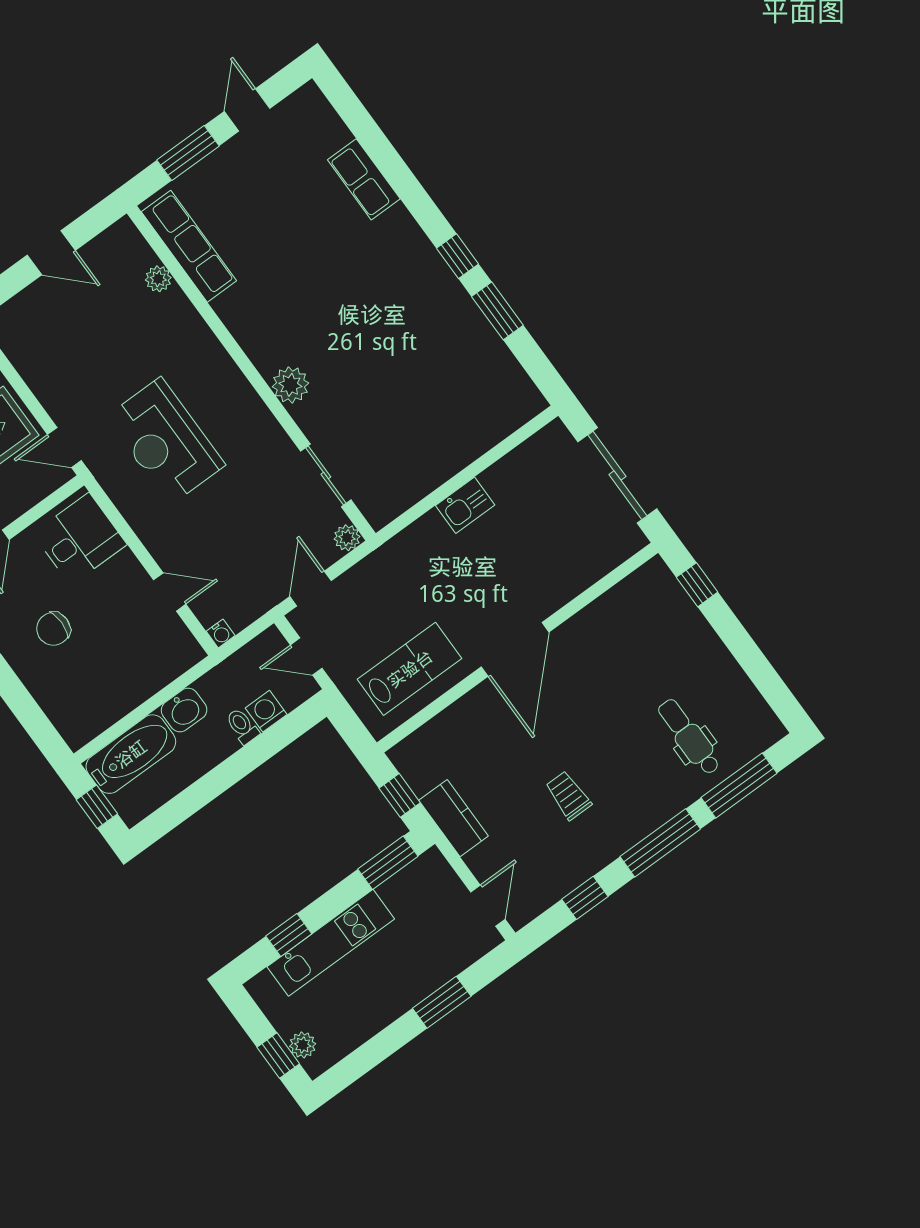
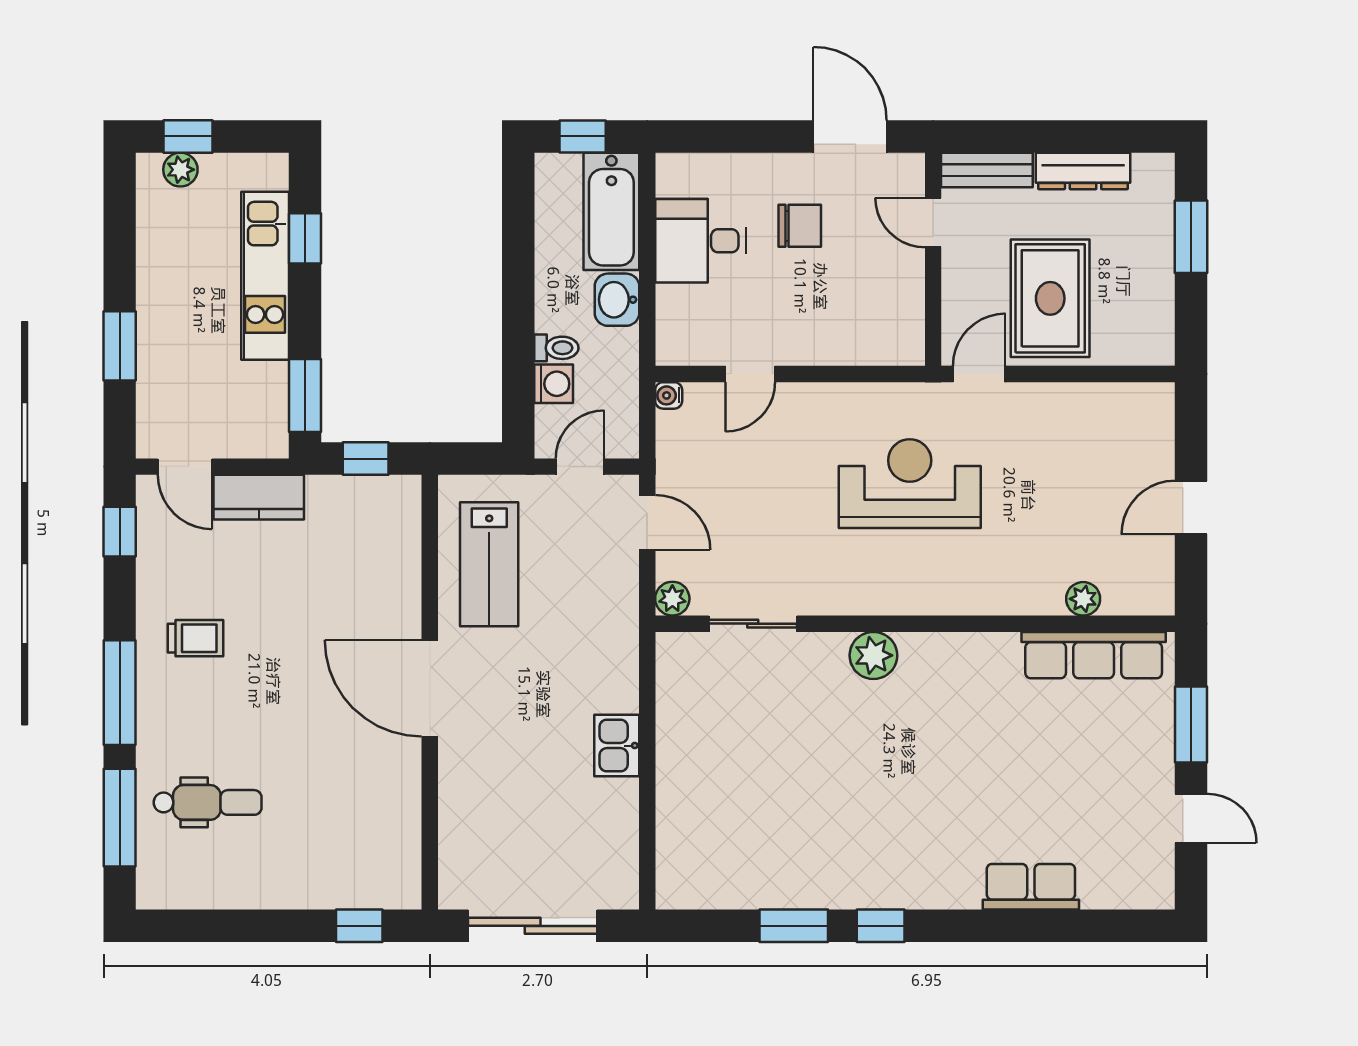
desk: (80, 539) -> (700, 241), moved, turned 90
chair: (53, 629) -> (800, 226), turned 90
trolley: (568, 796) -> (195, 638), moved
kitchen counter: (454, 818) -> (259, 497), moved
window: (585, 898) -> (120, 532), moved

